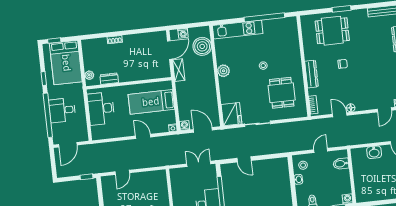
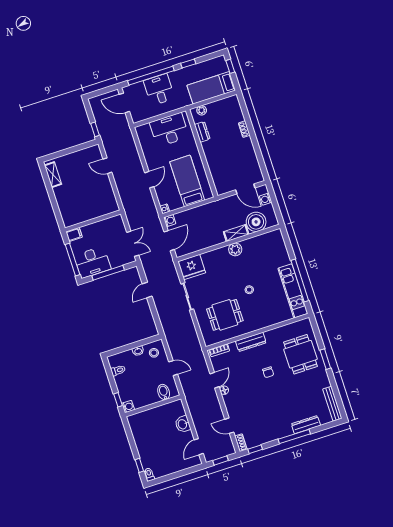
kitchen unit: (238, 30) -> (293, 291), moved
bed: (66, 63) -> (211, 88), width x0.67
shelving: (179, 70) -> (236, 233), moved

